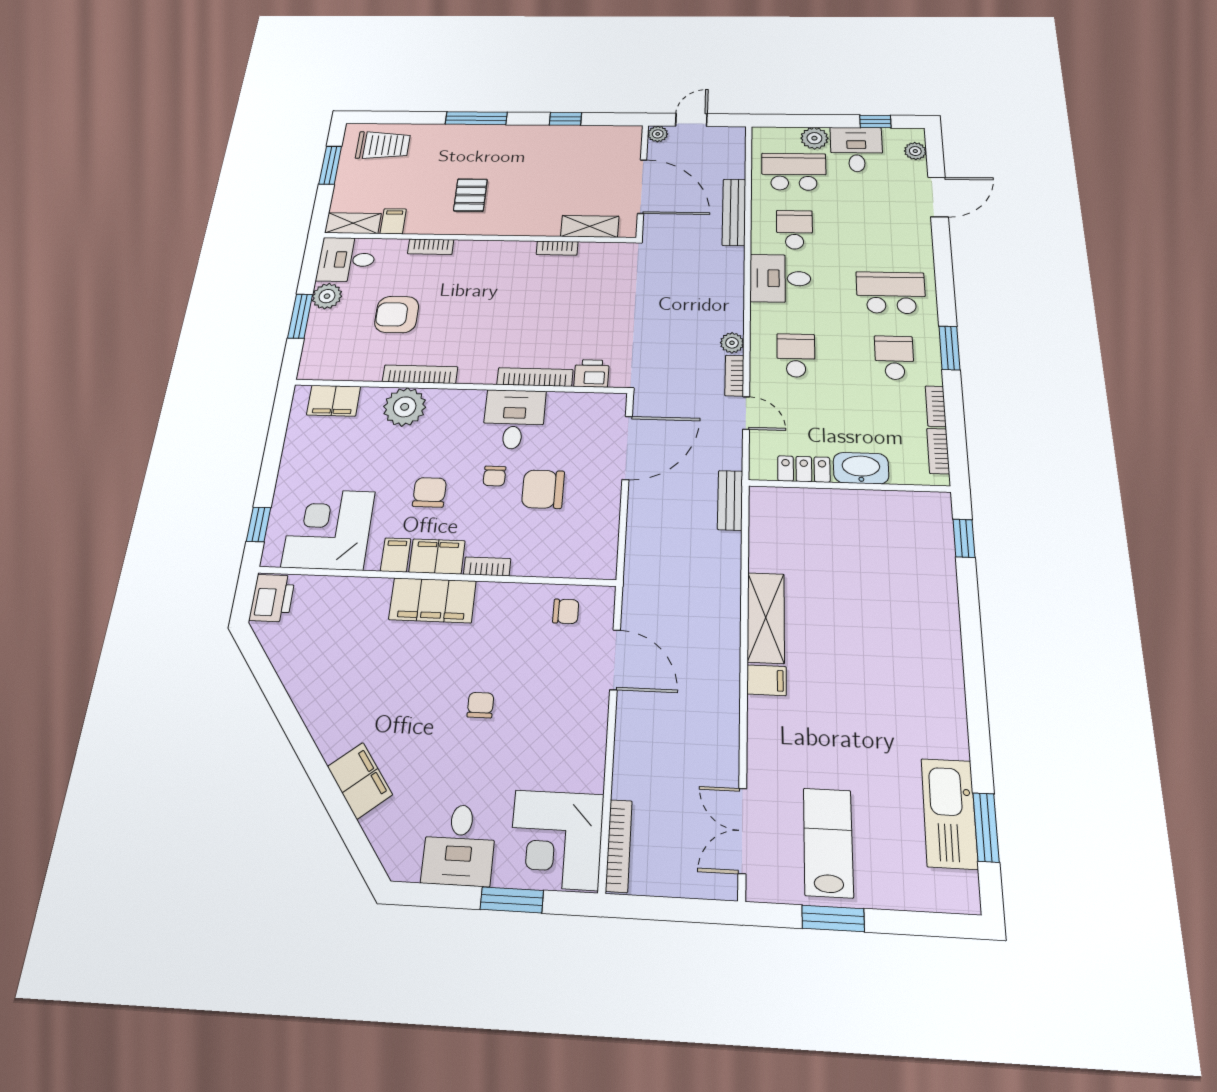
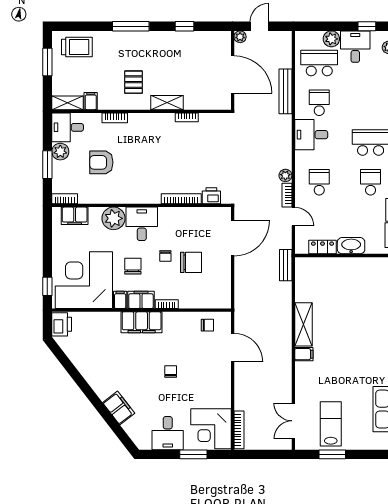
shelving: (590, 226) -> (167, 103), moved
bookcase: (420, 374) -> (65, 199), moved, width x0.64
desk: (514, 419) -> (142, 224), moved
chair: (543, 489) -> (191, 262), turned 180
corner desk: (328, 529) -> (84, 280), width x1.36, depth x1.36

